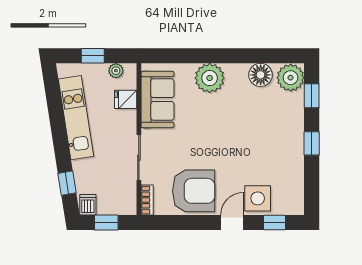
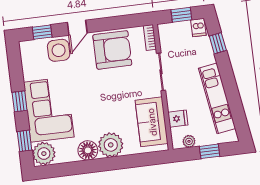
floor lamp: (261, 75) -> (88, 150), moved
corner sofa: (278, 129) -> (49, 110), added
armchair: (194, 191) -> (112, 50), turned 180

